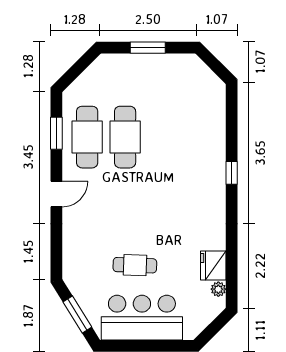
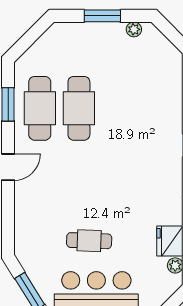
plant: (178, 61) -> (134, 29), added

